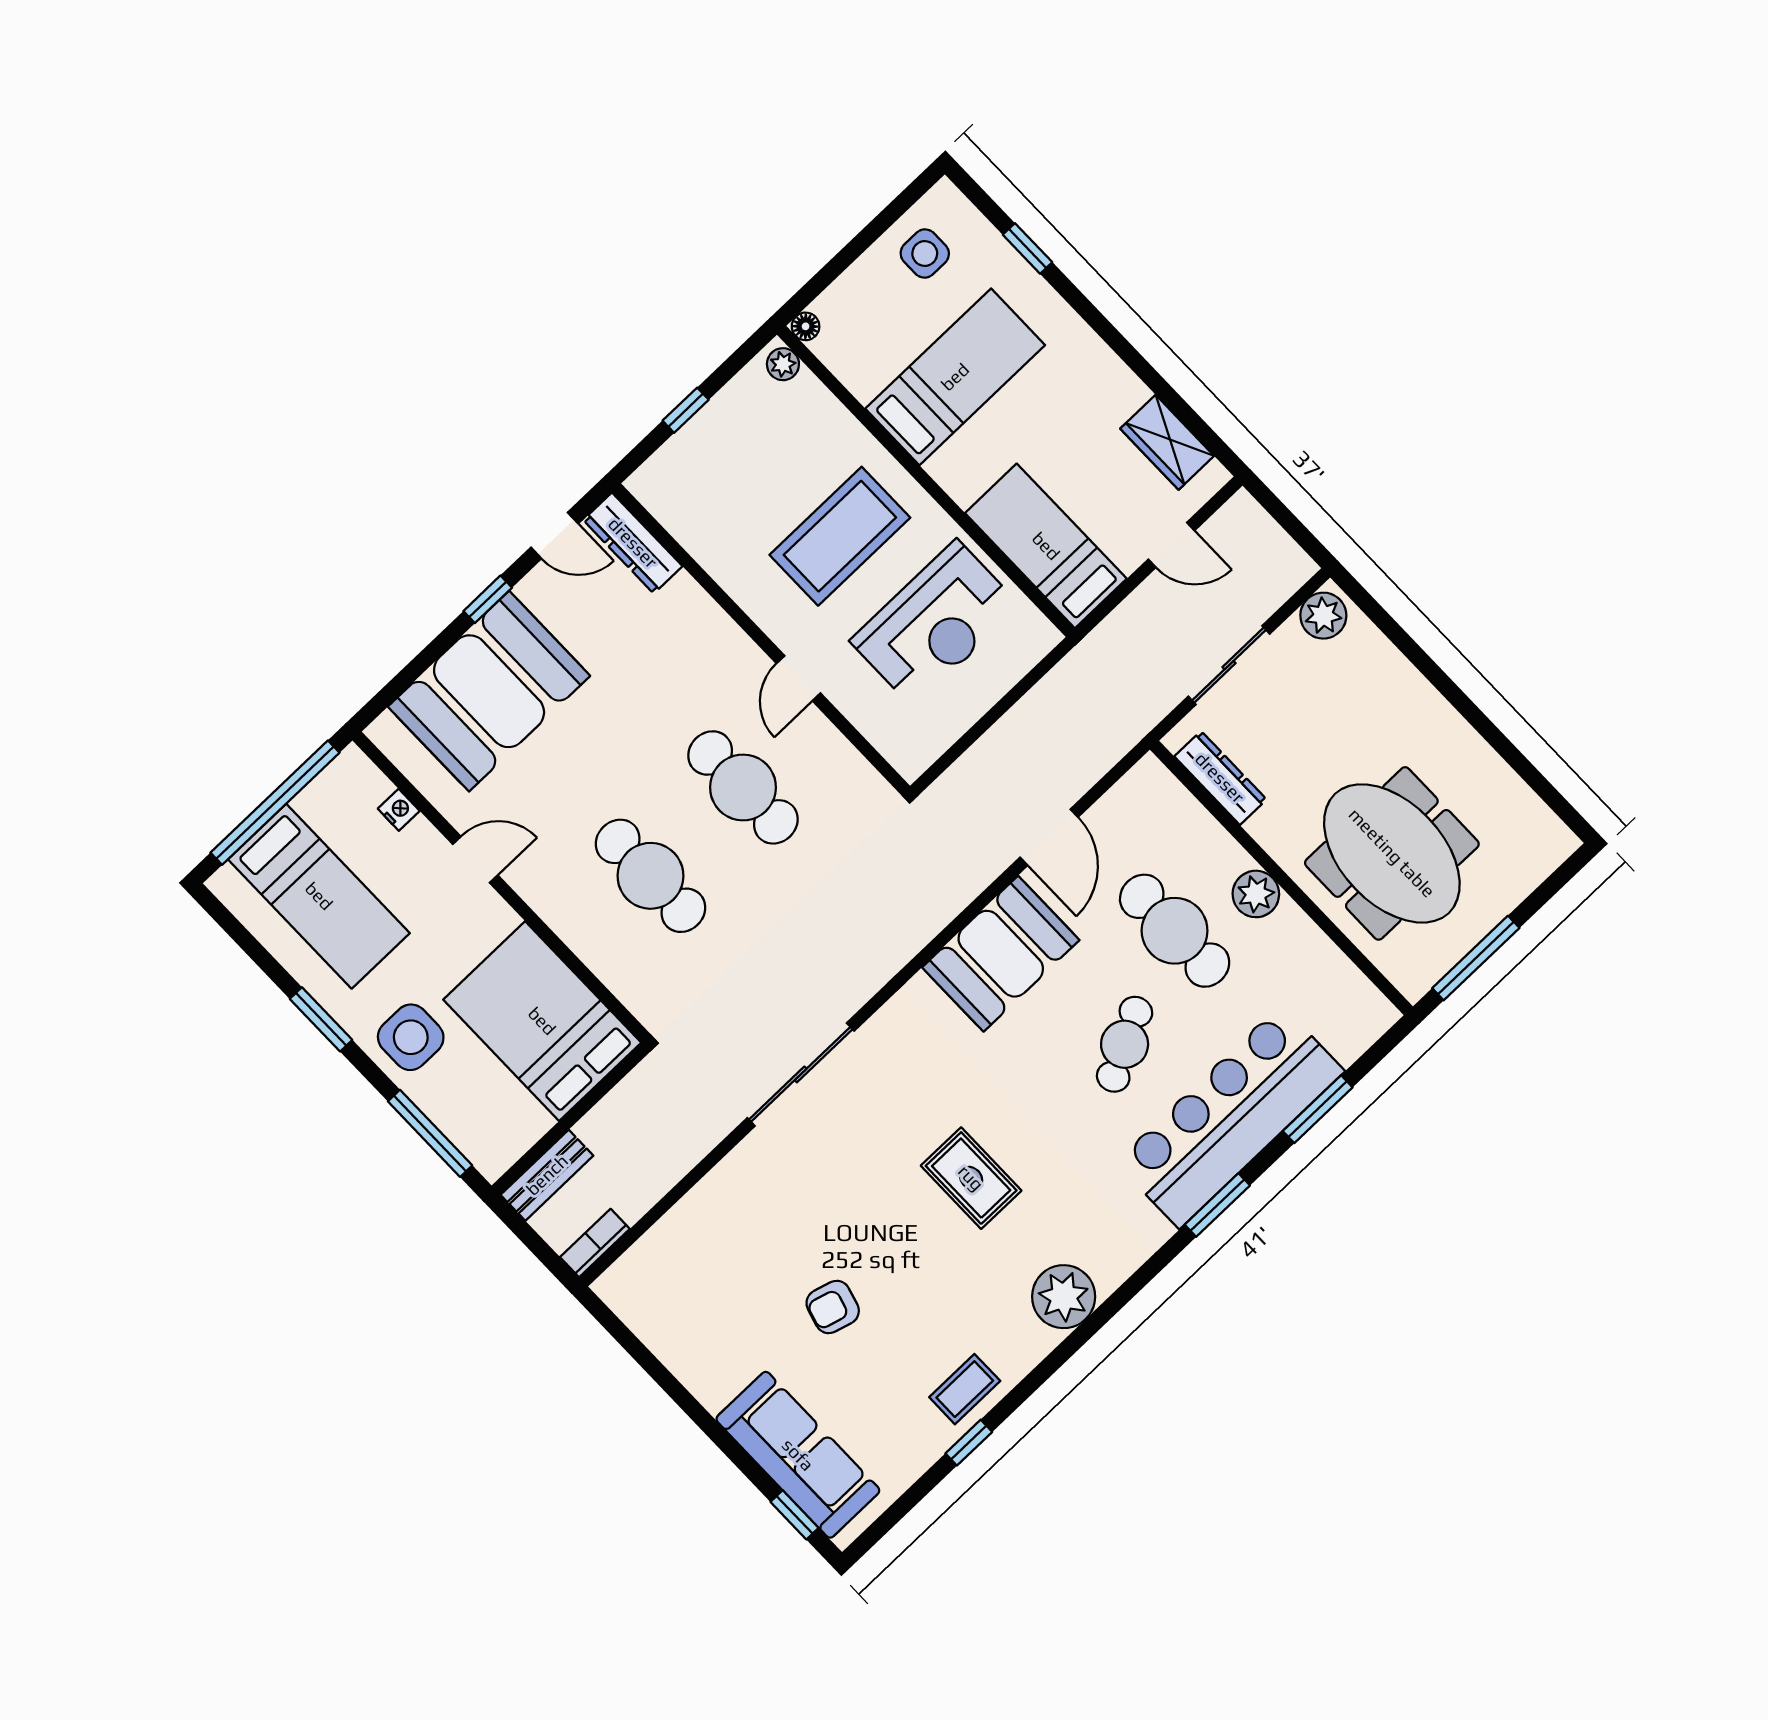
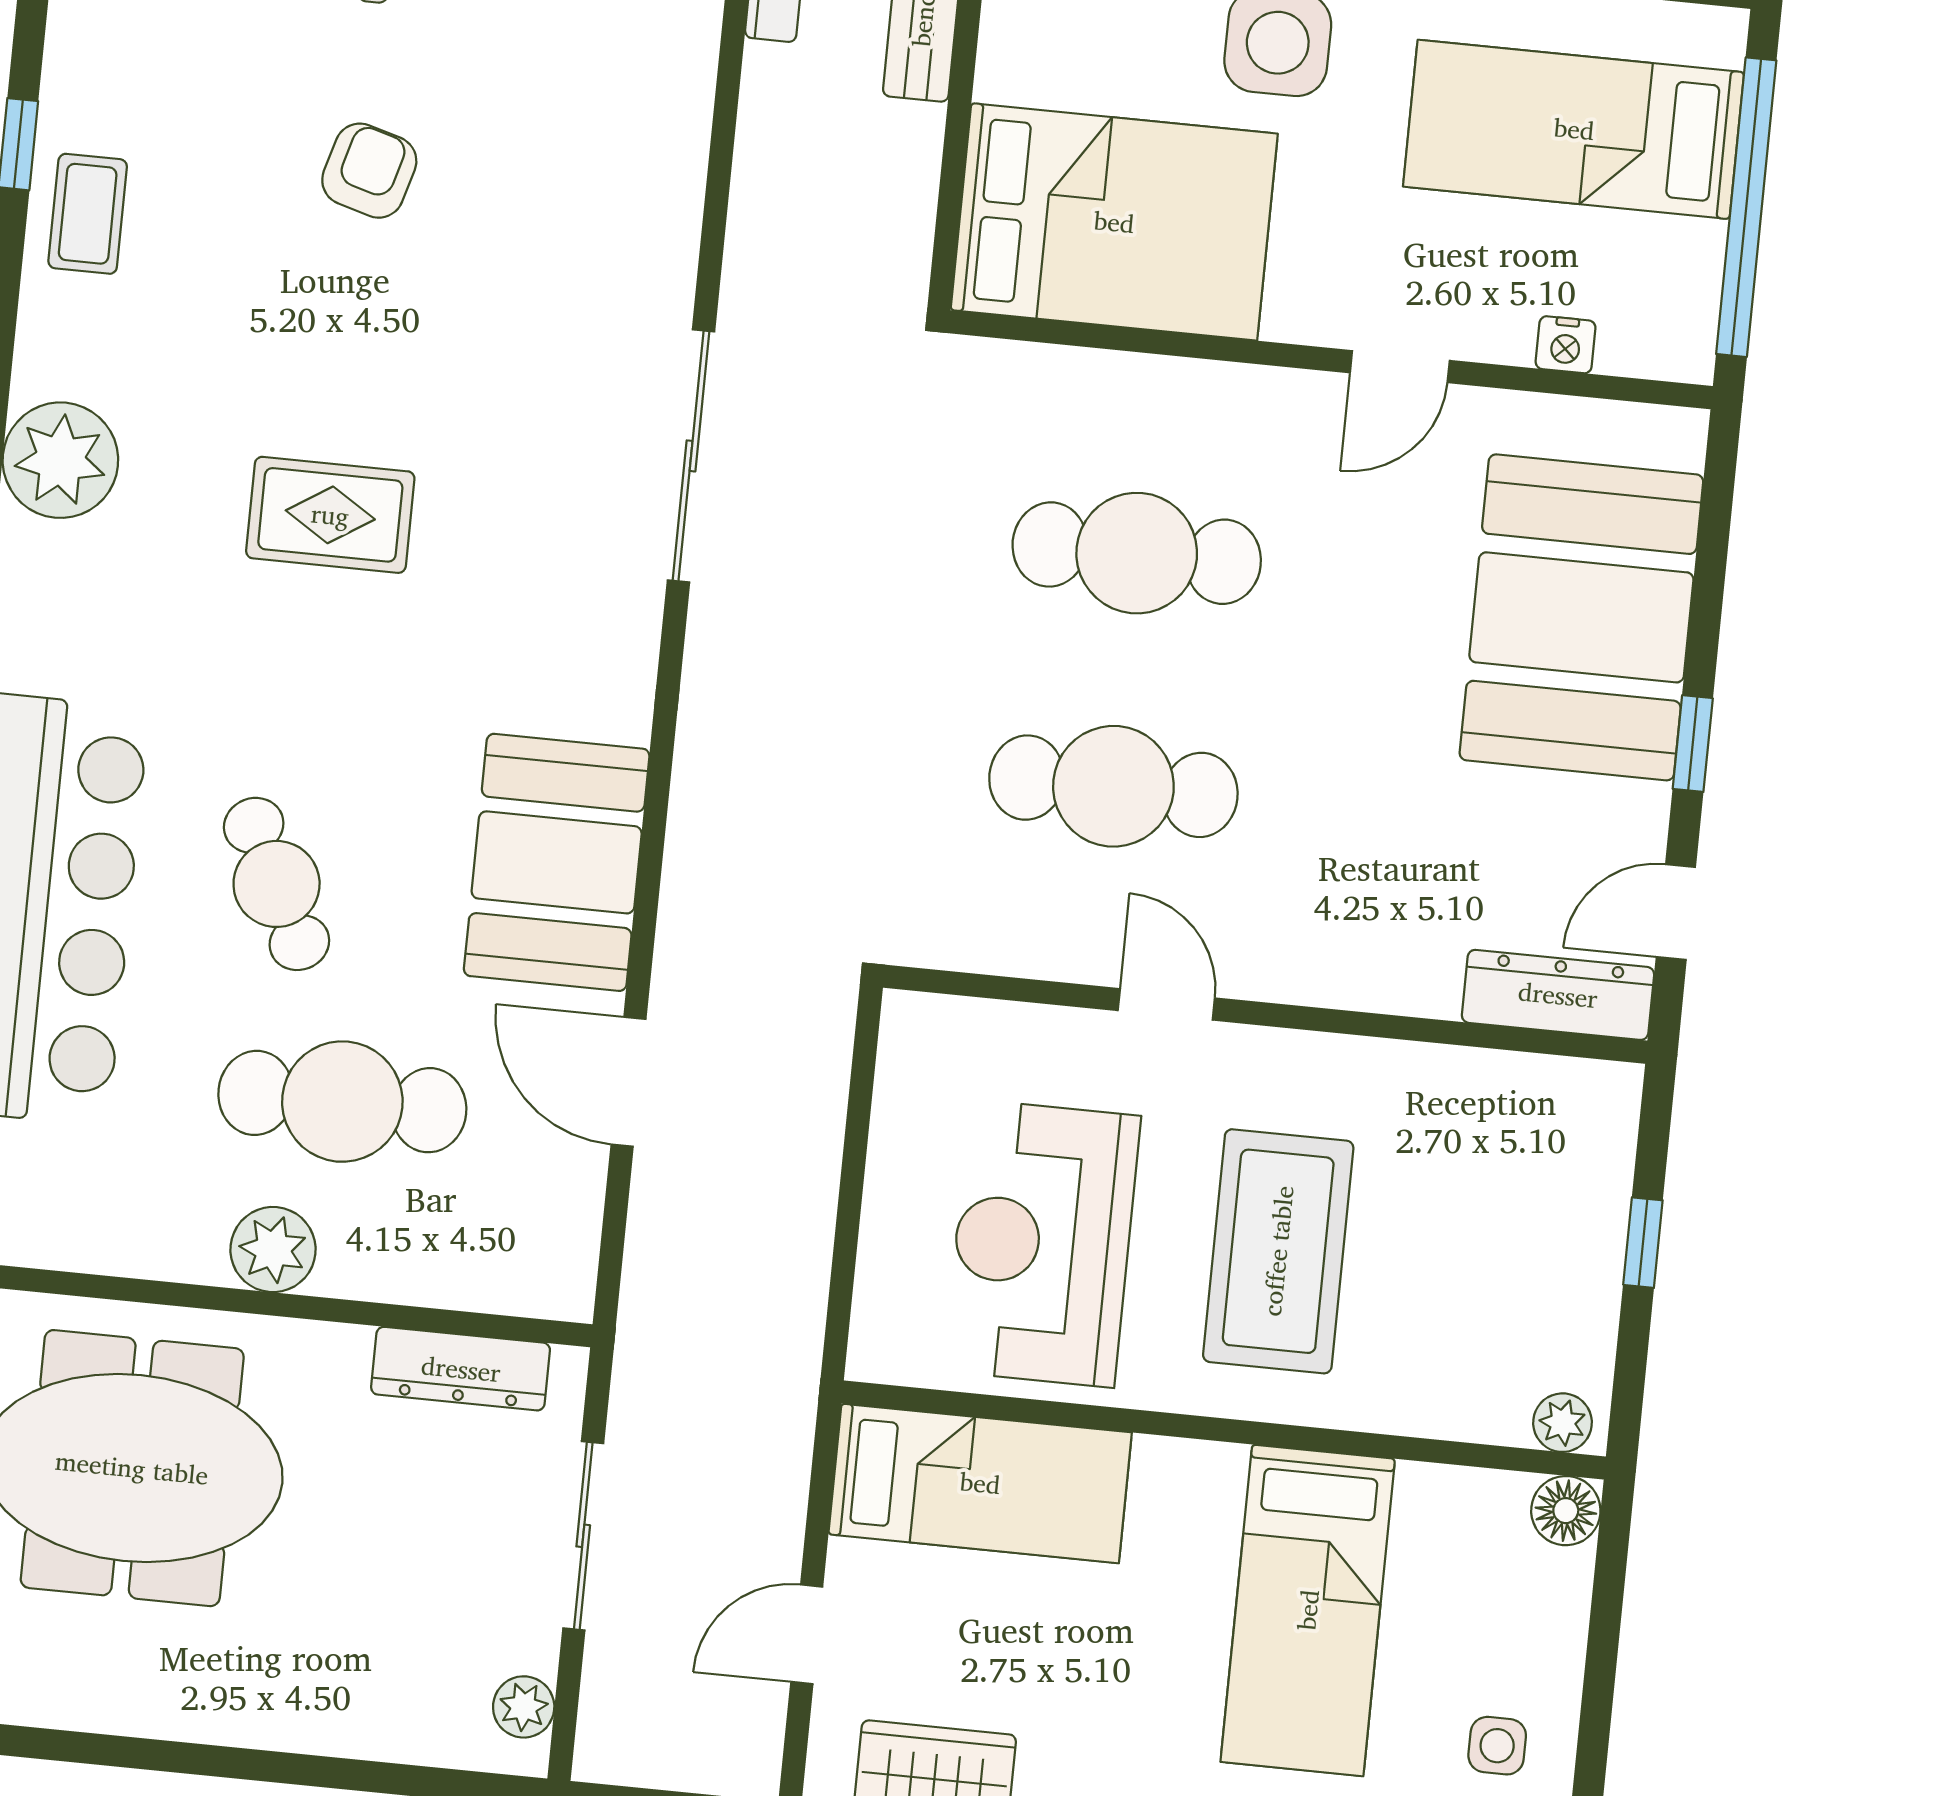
side table: (925, 254) -> (1497, 1746), width x0.73, depth x0.73
floor lamp: (806, 326) -> (1566, 1511), width x1.37, depth x1.37
plant: (1323, 616) -> (524, 1707), width x0.73, depth x0.73

